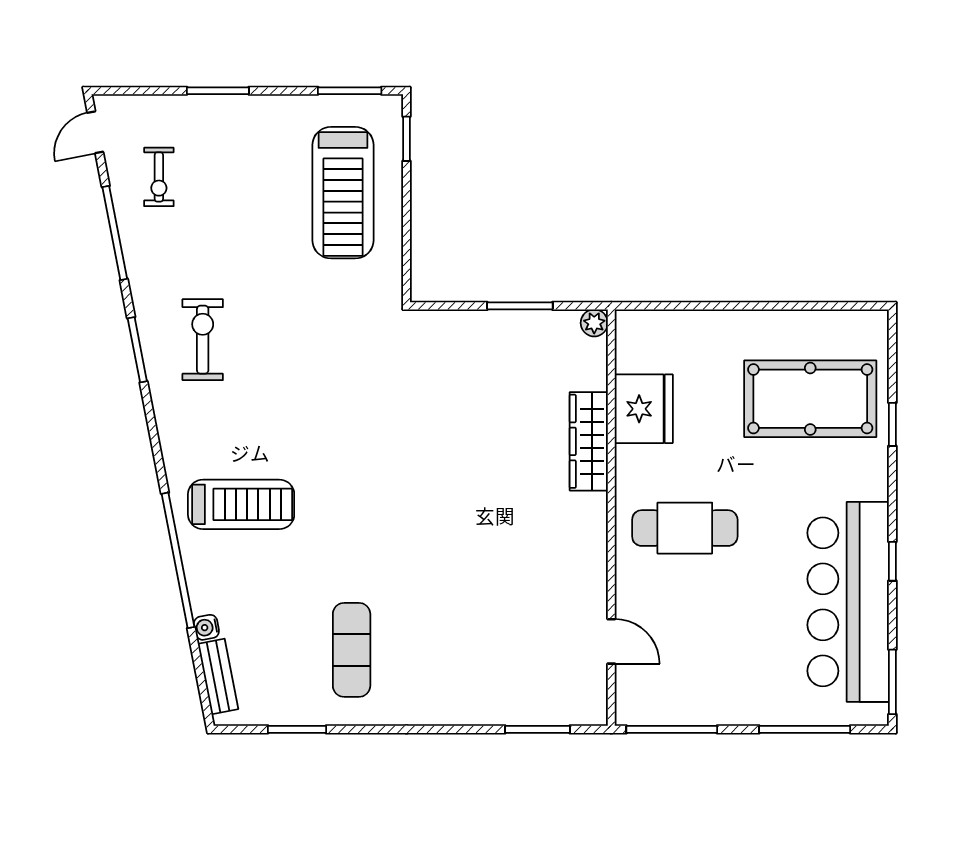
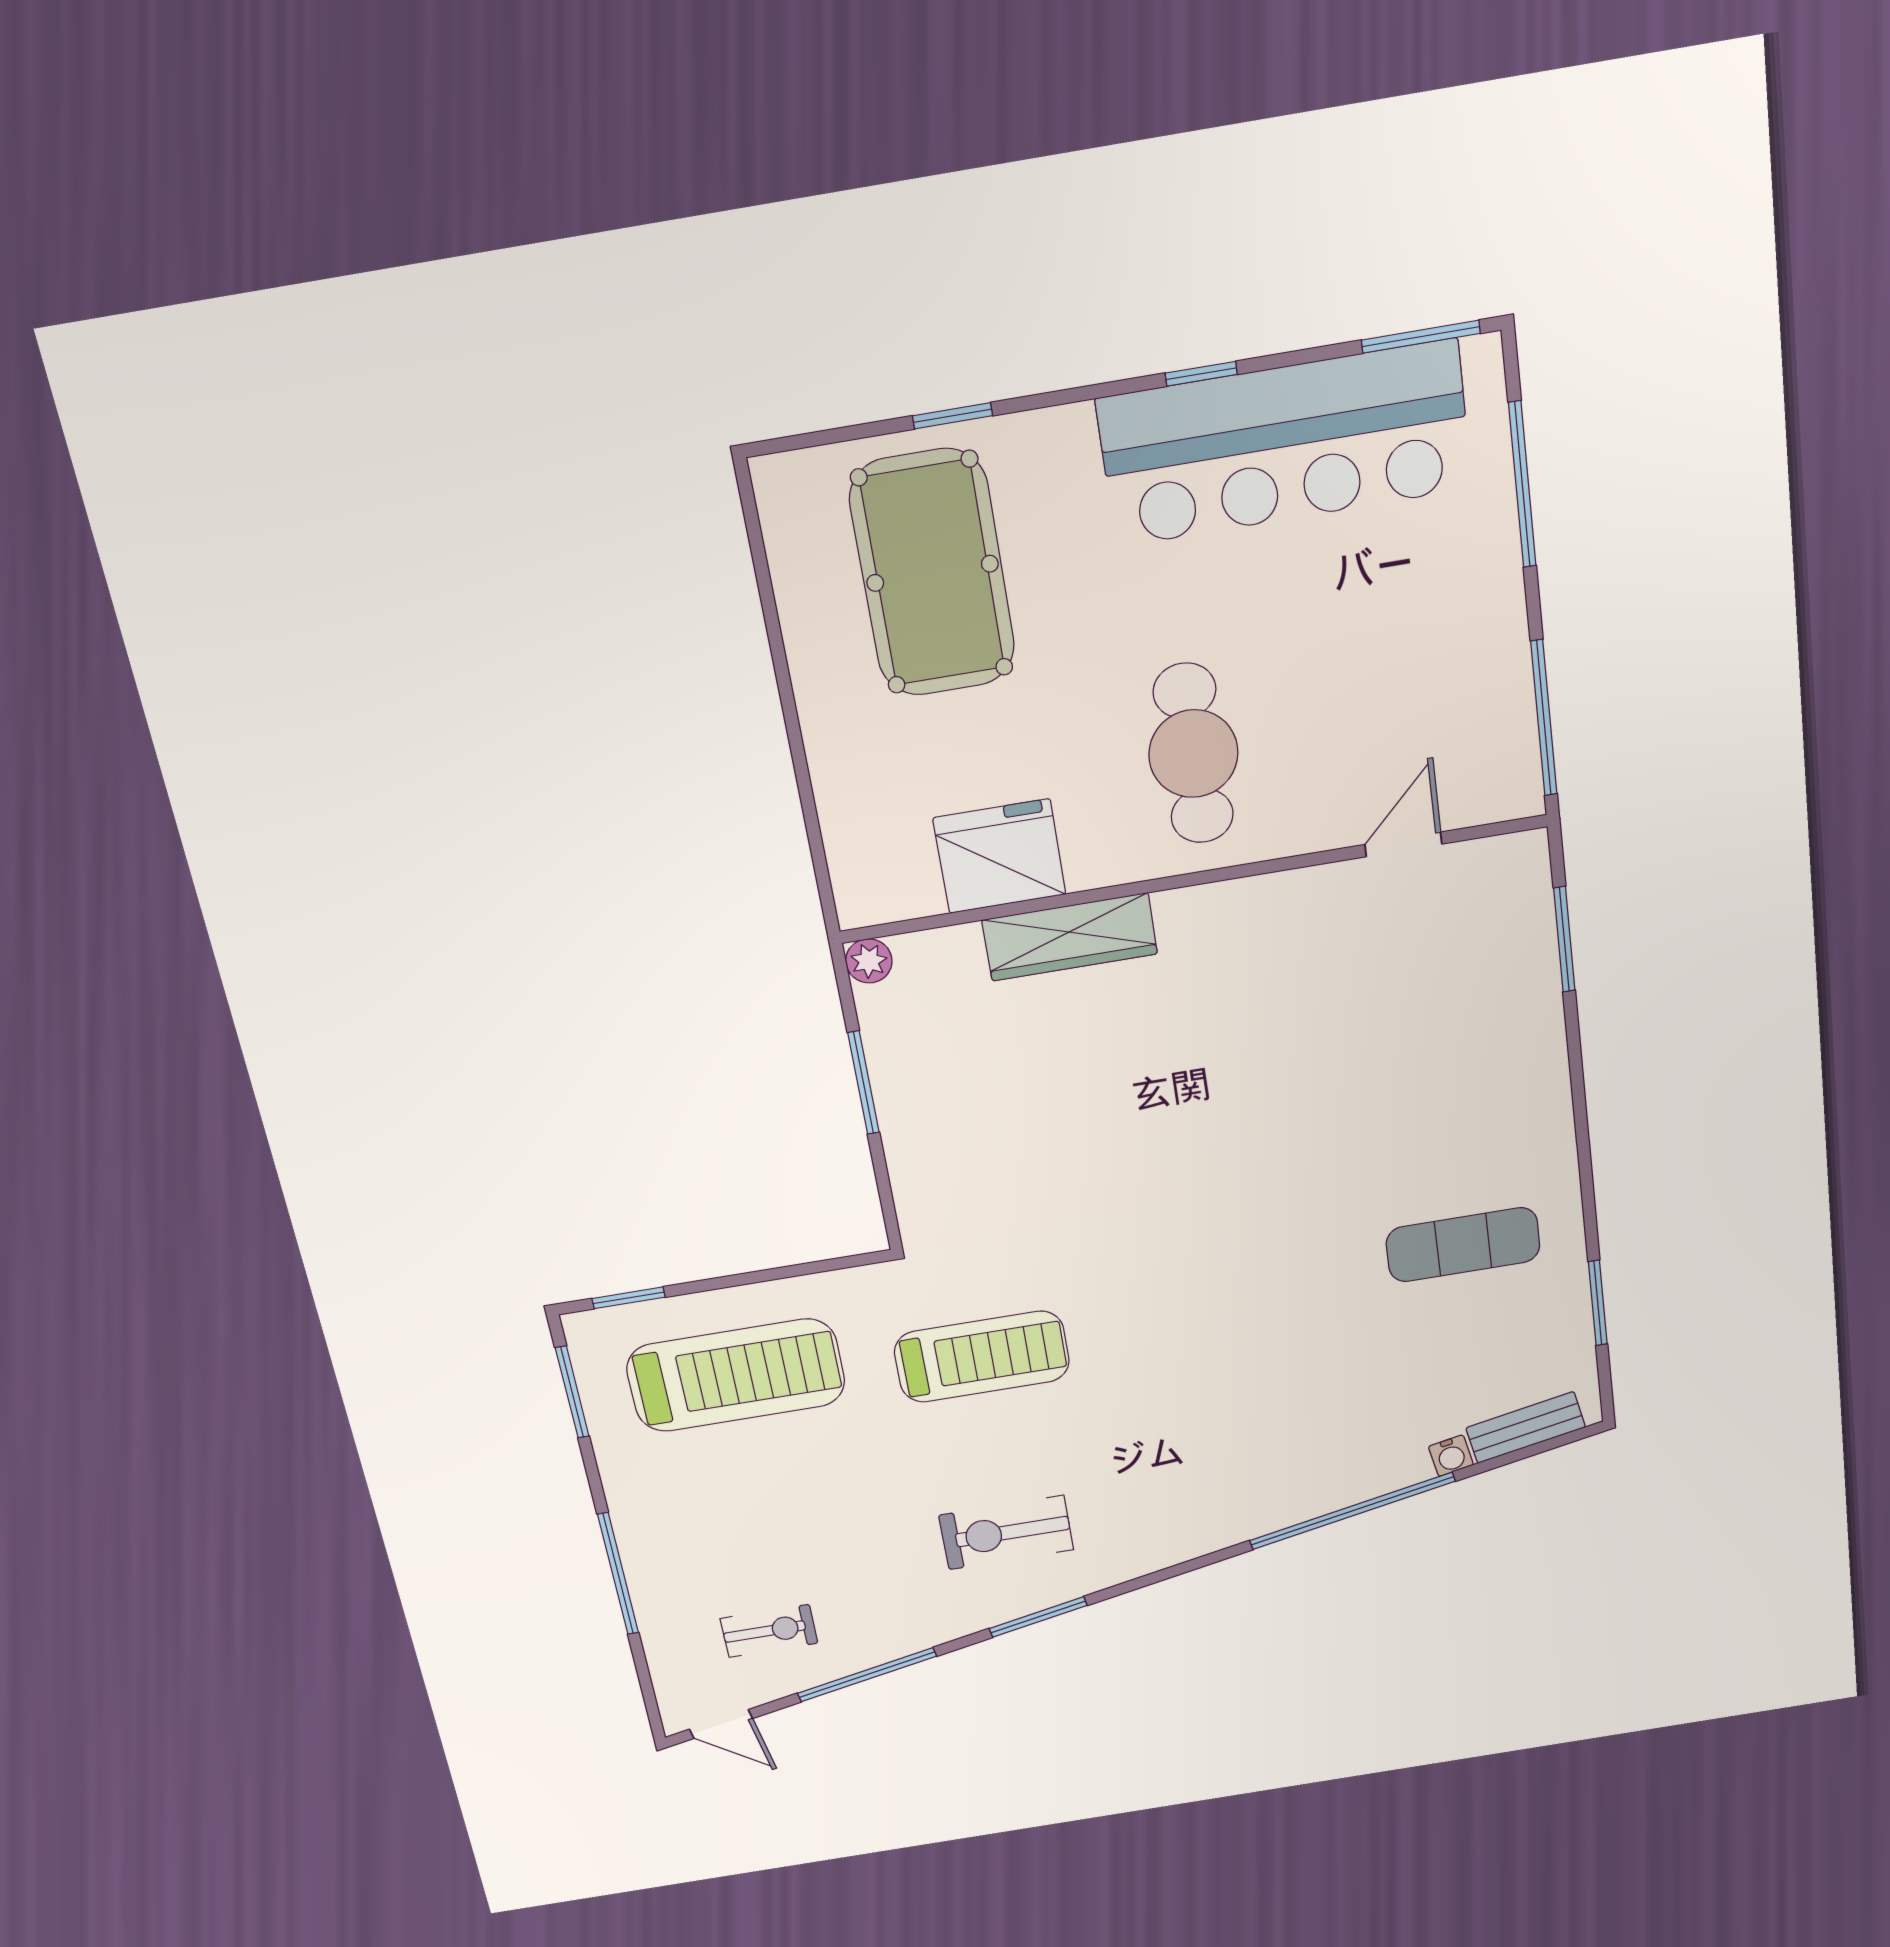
window: (218, 91) -> (618, 1574), width x1.44
treadmill: (241, 504) -> (982, 1357), moved, turned 90

